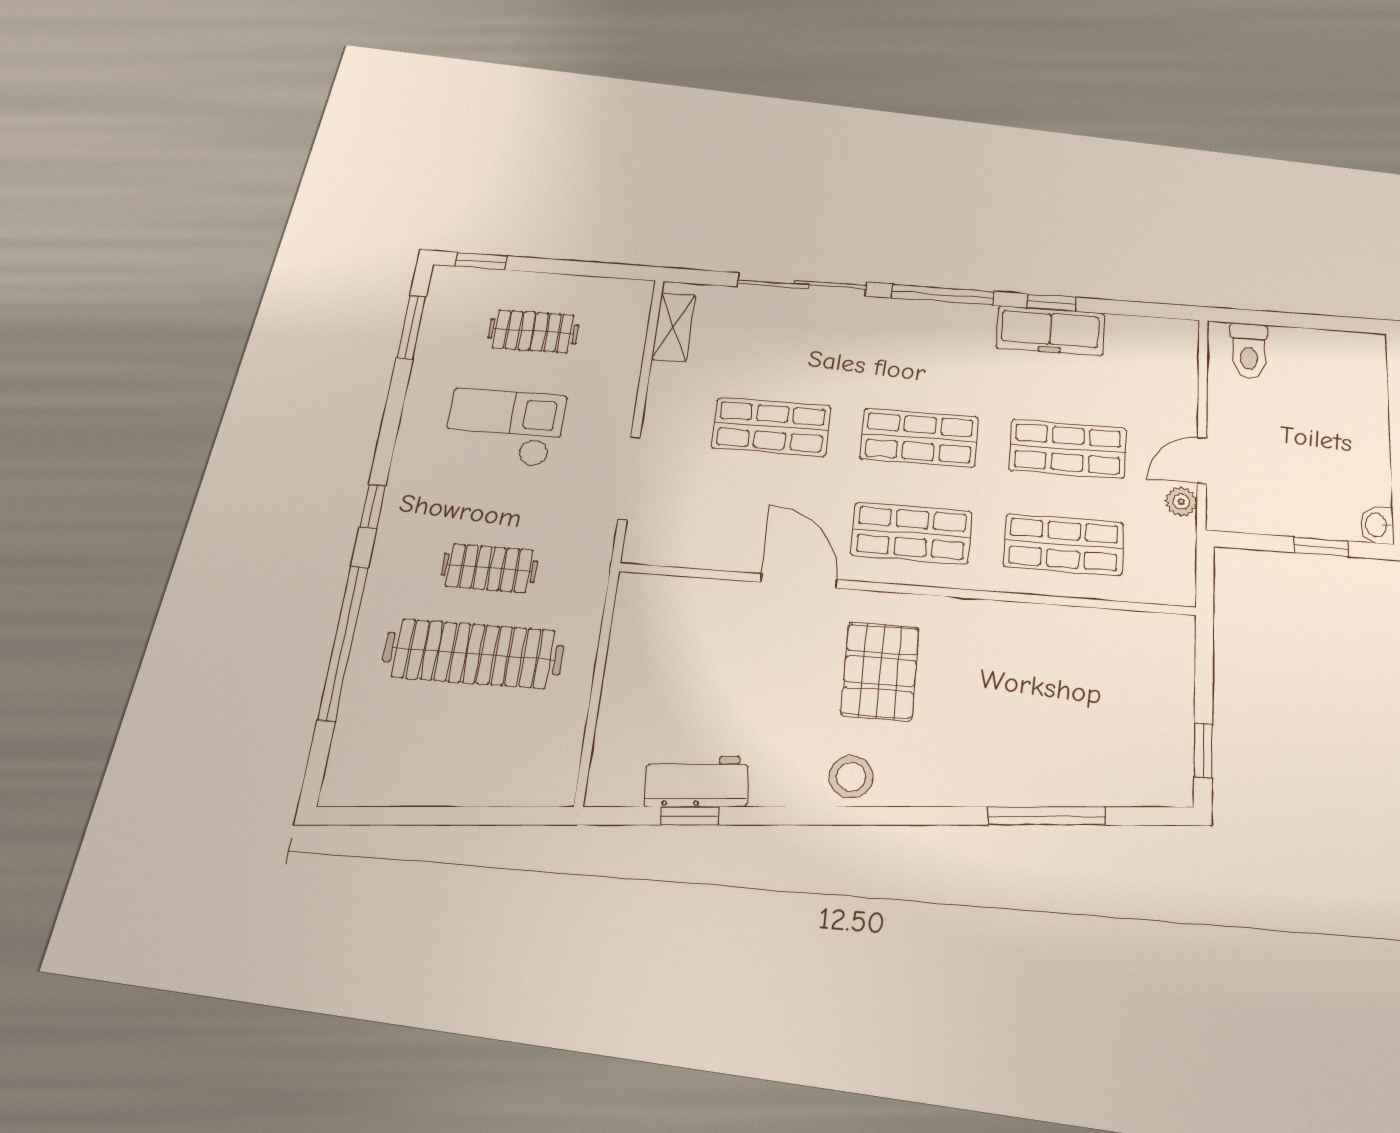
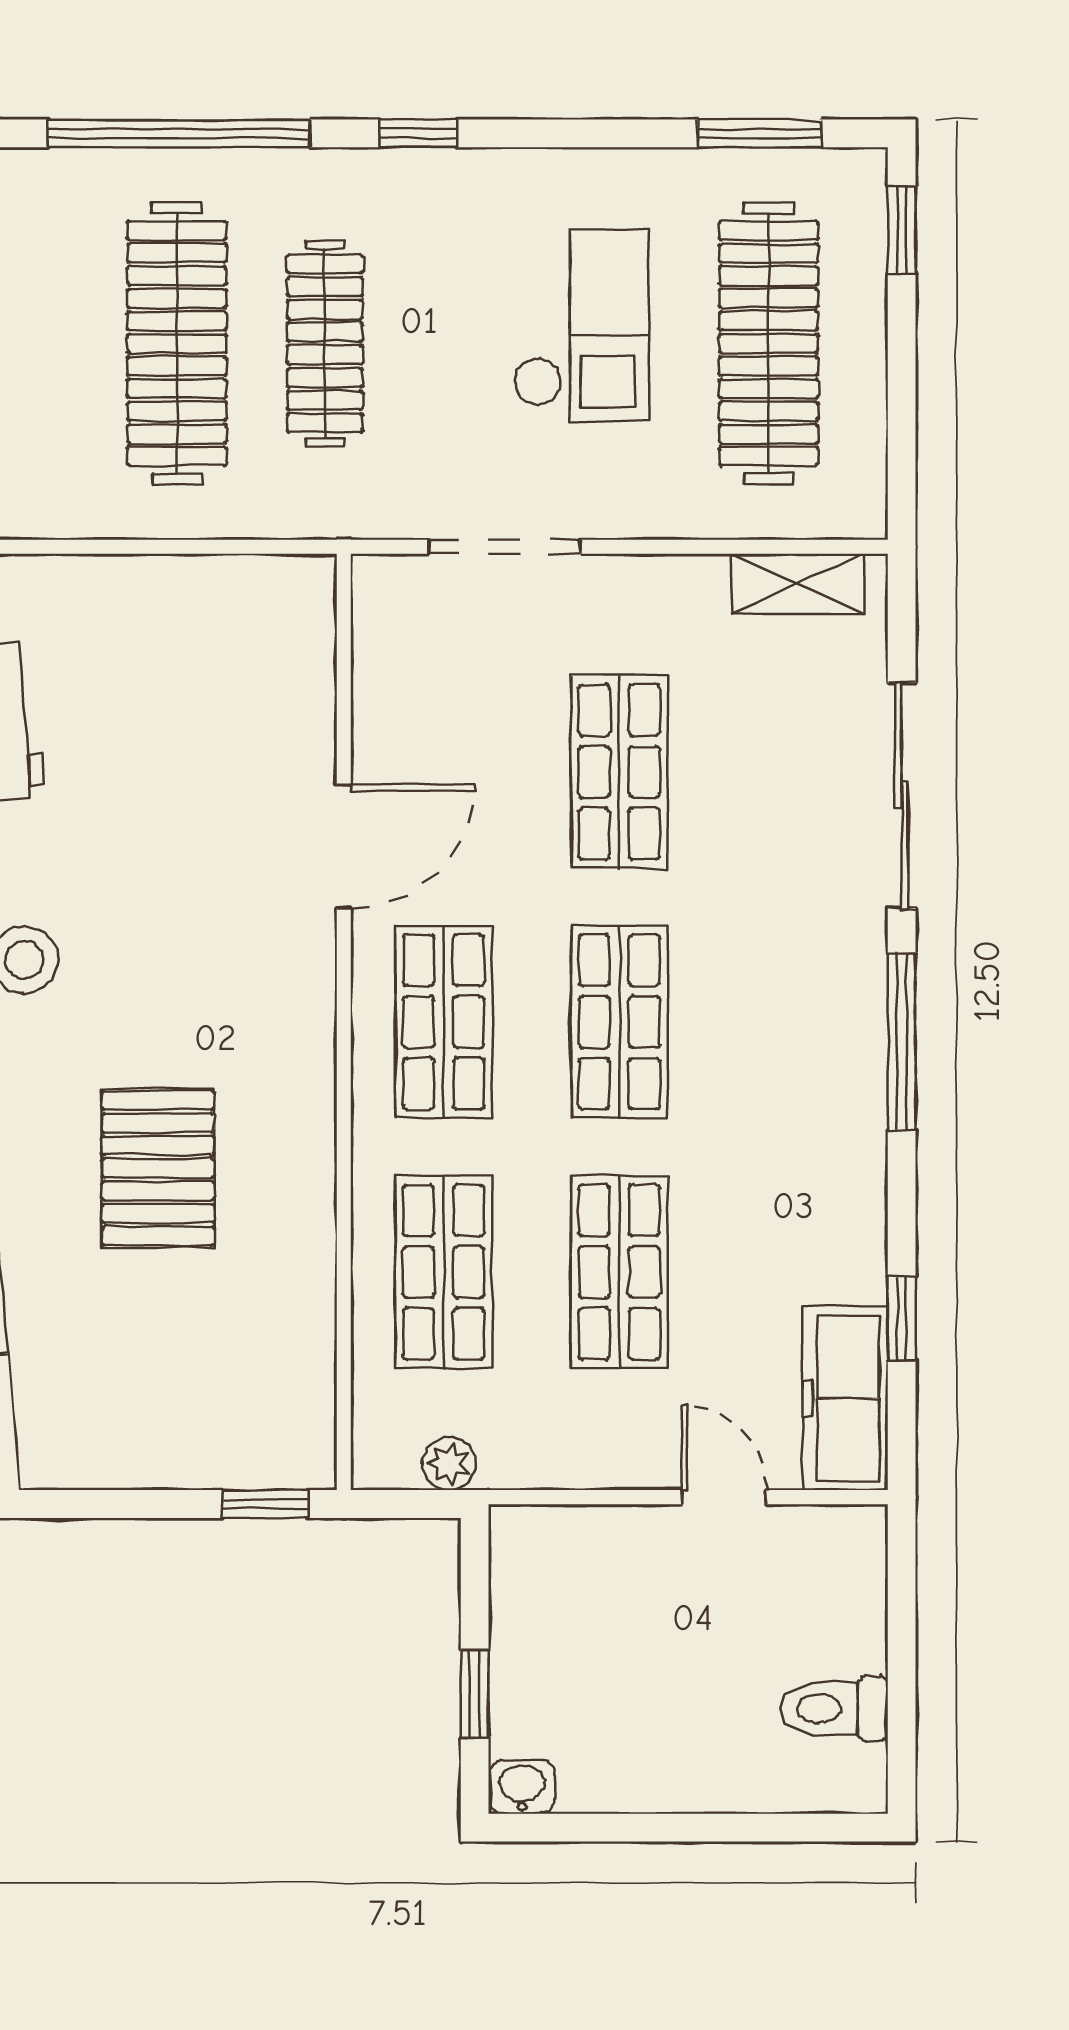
window: (1052, 303) -> (902, 1318), moved
clothes rail: (533, 331) -> (769, 343), width x1.86, depth x1.31
freezer: (1050, 331) -> (845, 1398), moved
toilet: (1249, 351) -> (834, 1709), moved
door: (1202, 461) -> (724, 1497), moved
plant: (1181, 502) -> (449, 1464), moved
clothes rail: (489, 568) -> (325, 343), width x1.36
pallet: (880, 671) -> (158, 1168), moved, turned 90
window: (1203, 750) -> (265, 1504), moved

